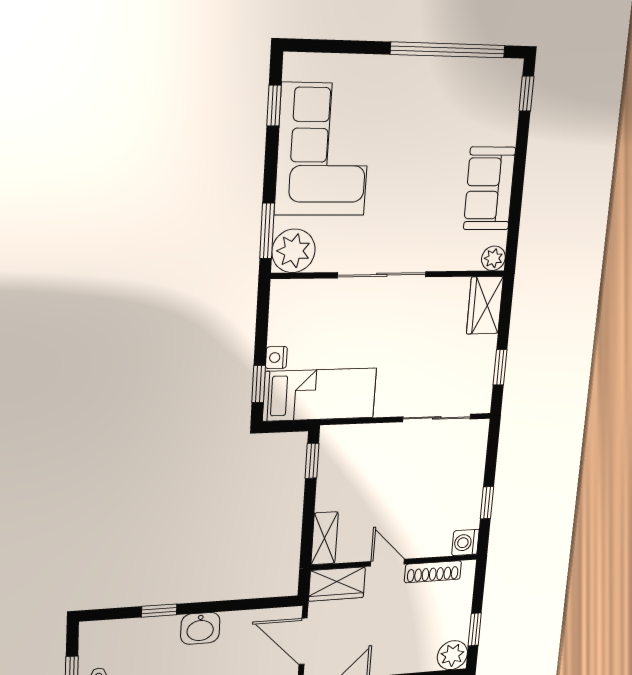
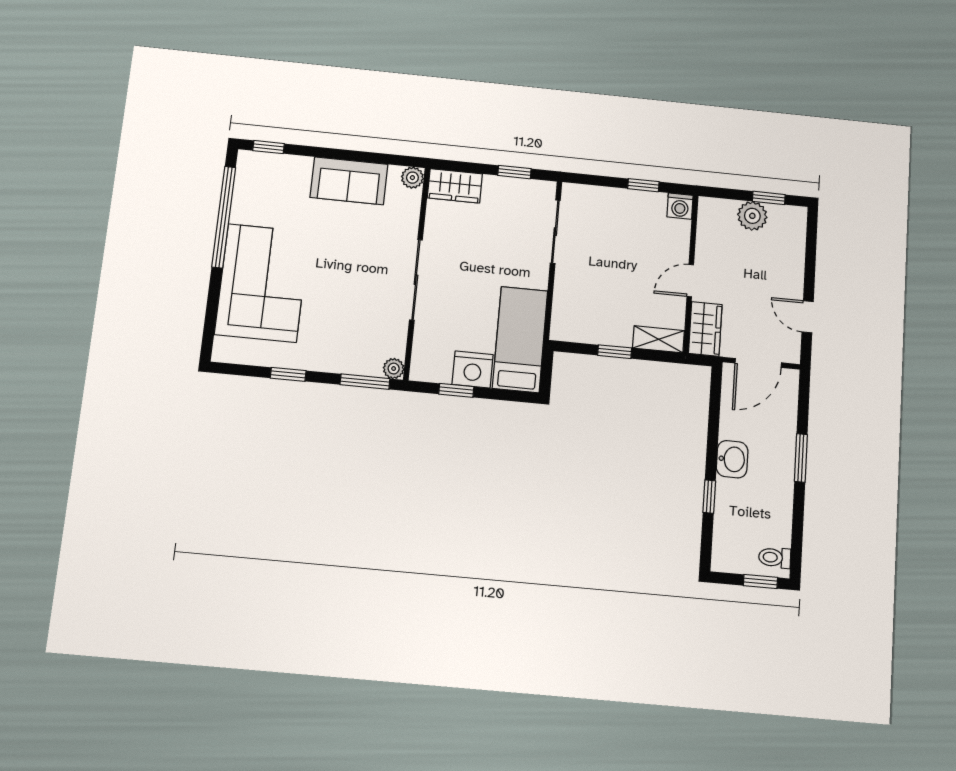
window: (274, 106) -> (288, 374), moved
corner sofa: (323, 150) -> (262, 283), moved, turned 90
plant: (294, 251) -> (394, 369), width x0.53, depth x0.53
nightstand: (276, 358) -> (473, 369), width x1.89, depth x1.79
window: (259, 384) -> (456, 390), moved
window: (312, 461) -> (615, 352), moved
shoe rack: (433, 572) -> (705, 237), removed
plant: (452, 655) -> (752, 216), moved

